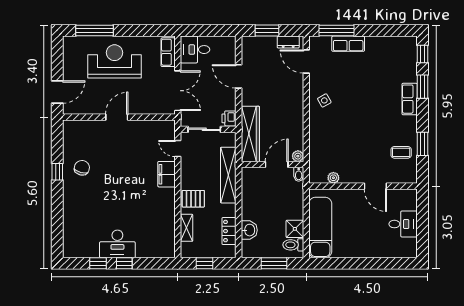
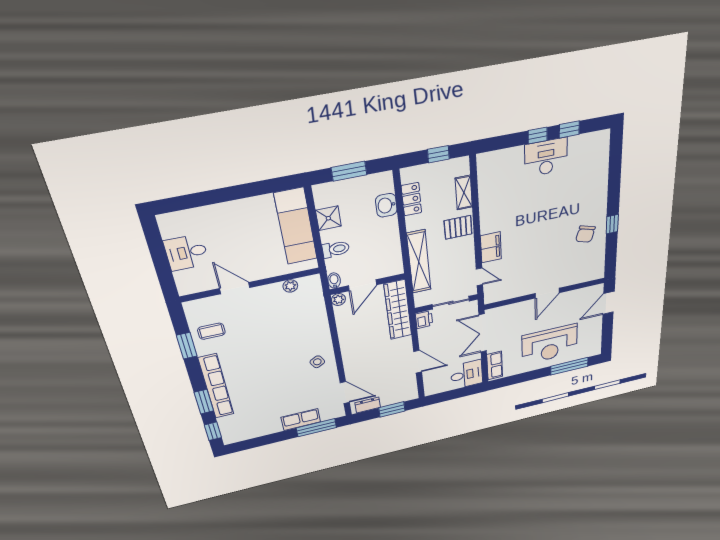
row of seats: (410, 99) -> (216, 386), width x2.02
toilet: (293, 245) -> (336, 249), moved

